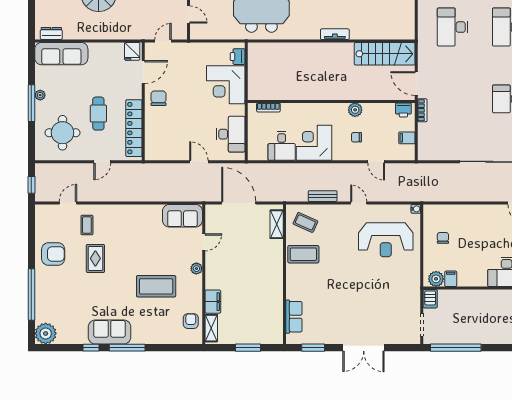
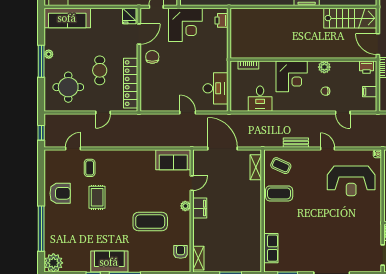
corner desk: (226, 85) -> (185, 25), moved, turned -90
corner desk: (314, 143) -> (292, 76), moved, turned 180
filing cabinet: (213, 302) -> (200, 208), moved

